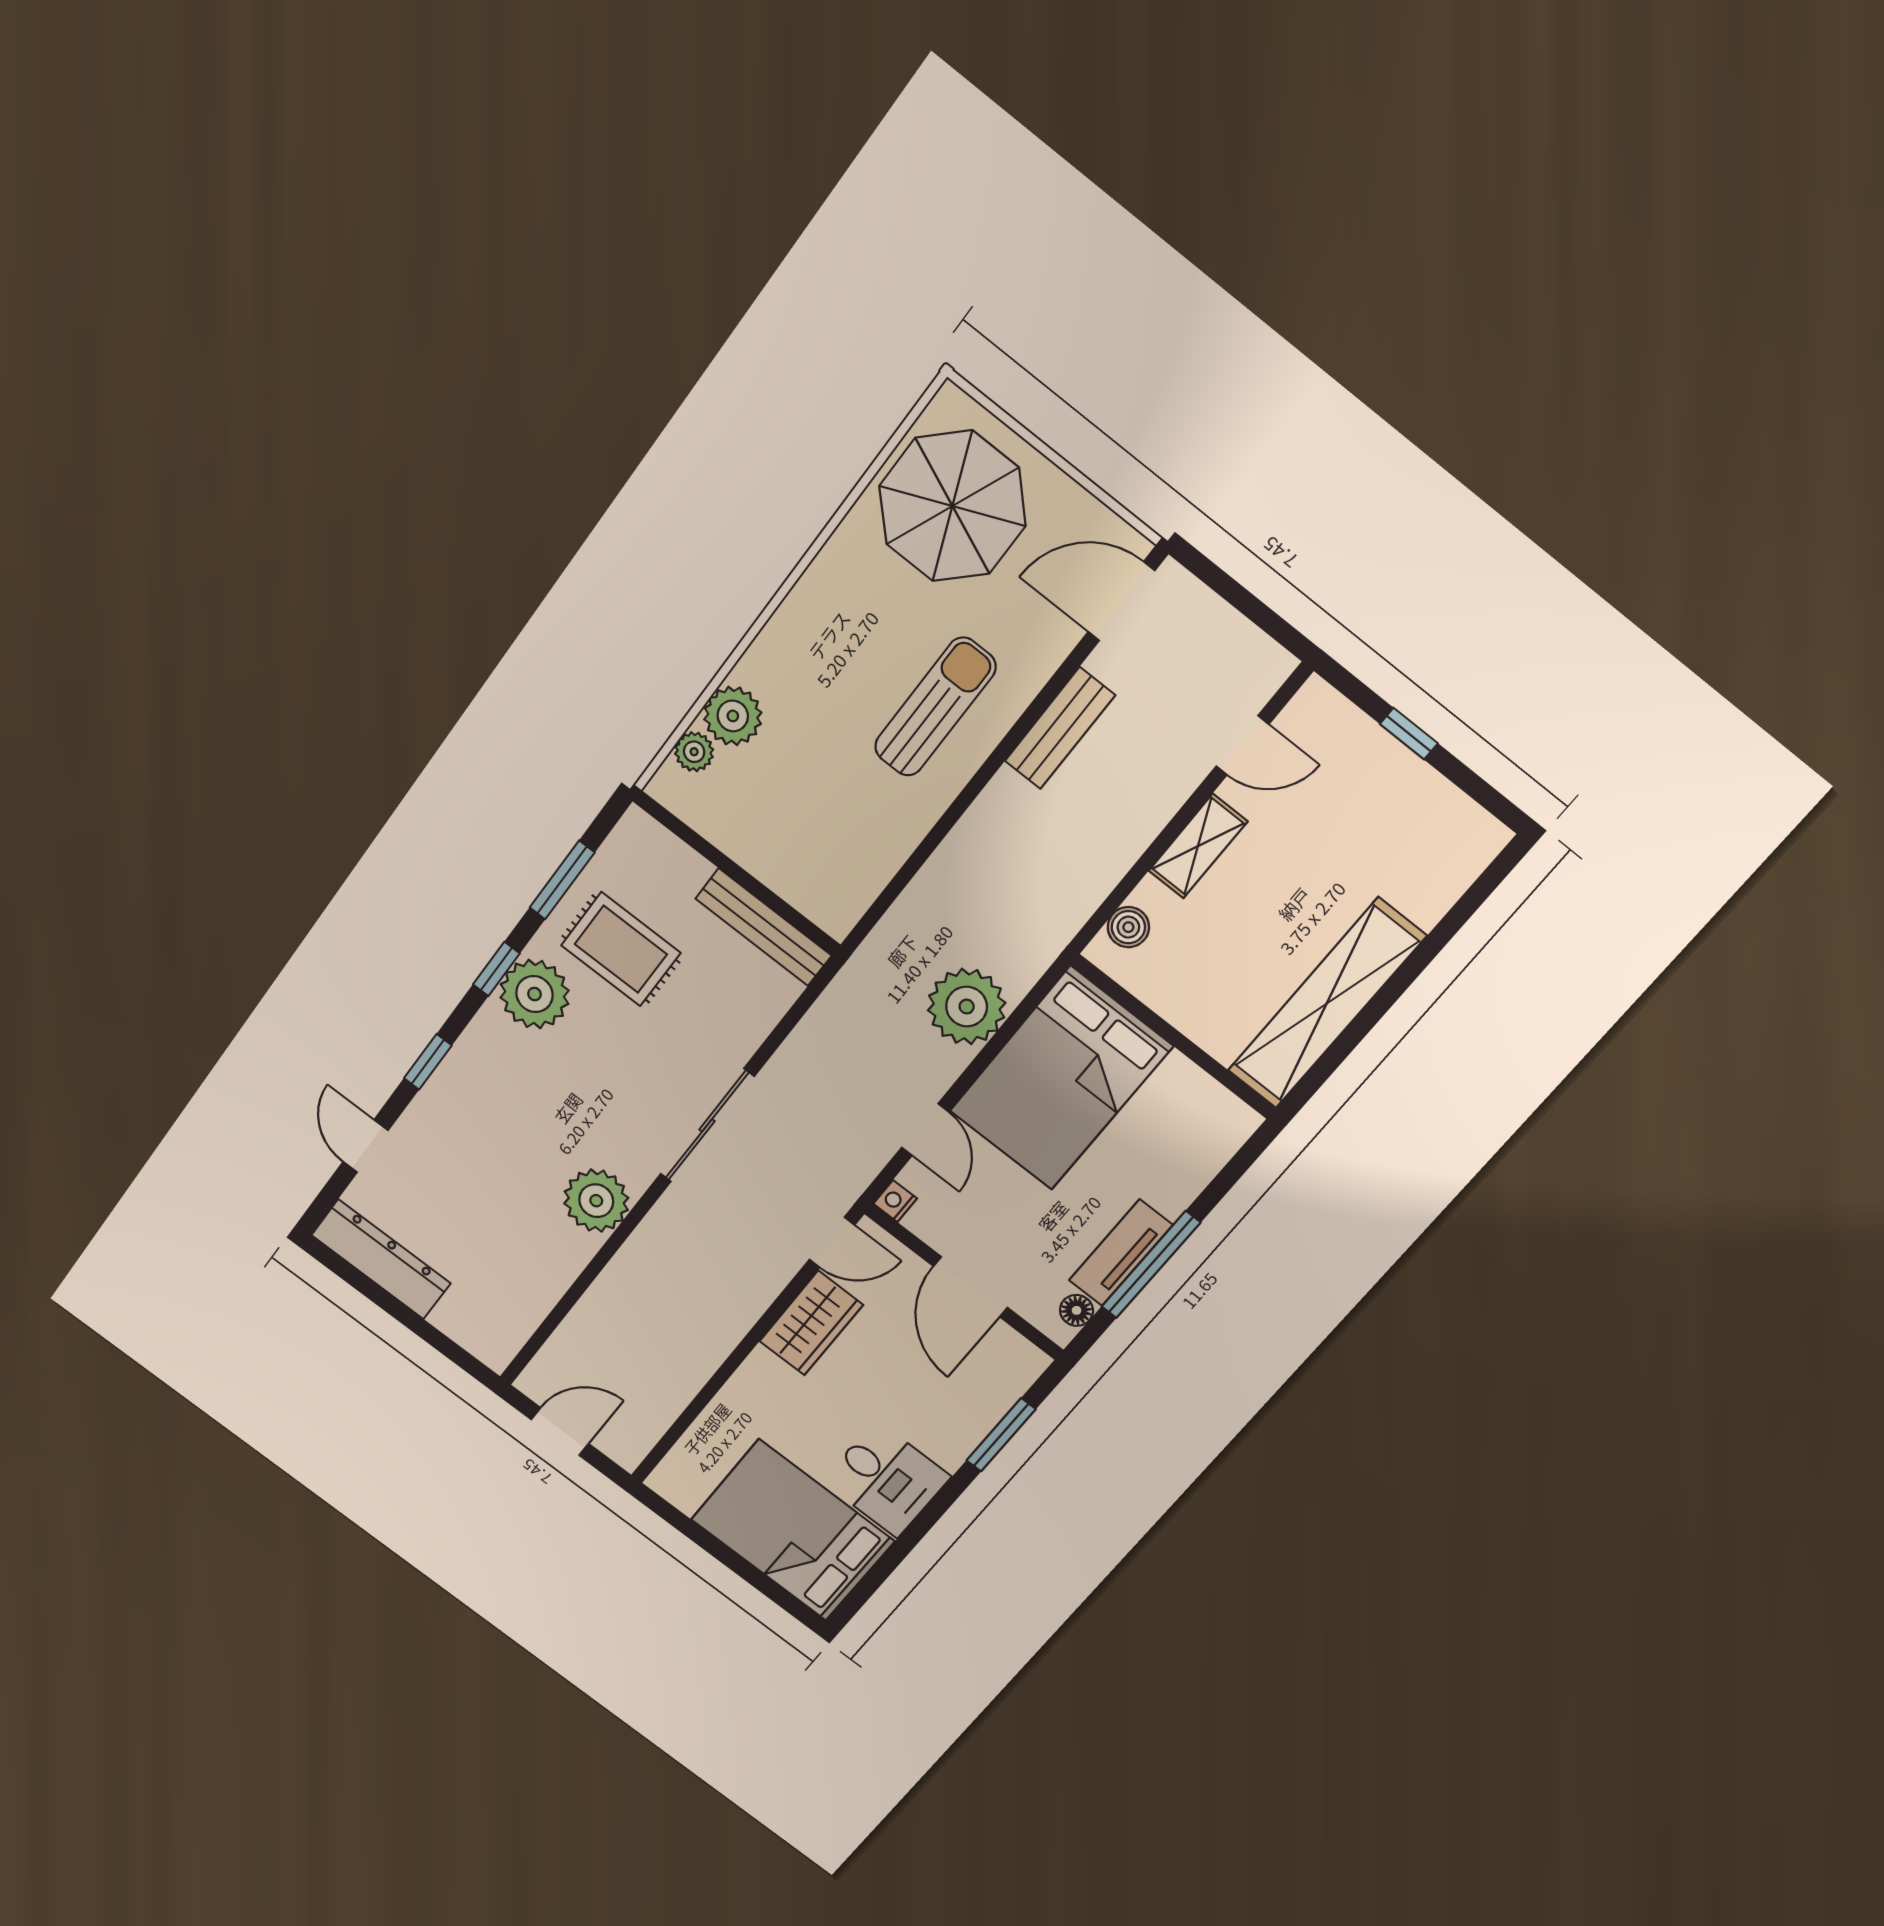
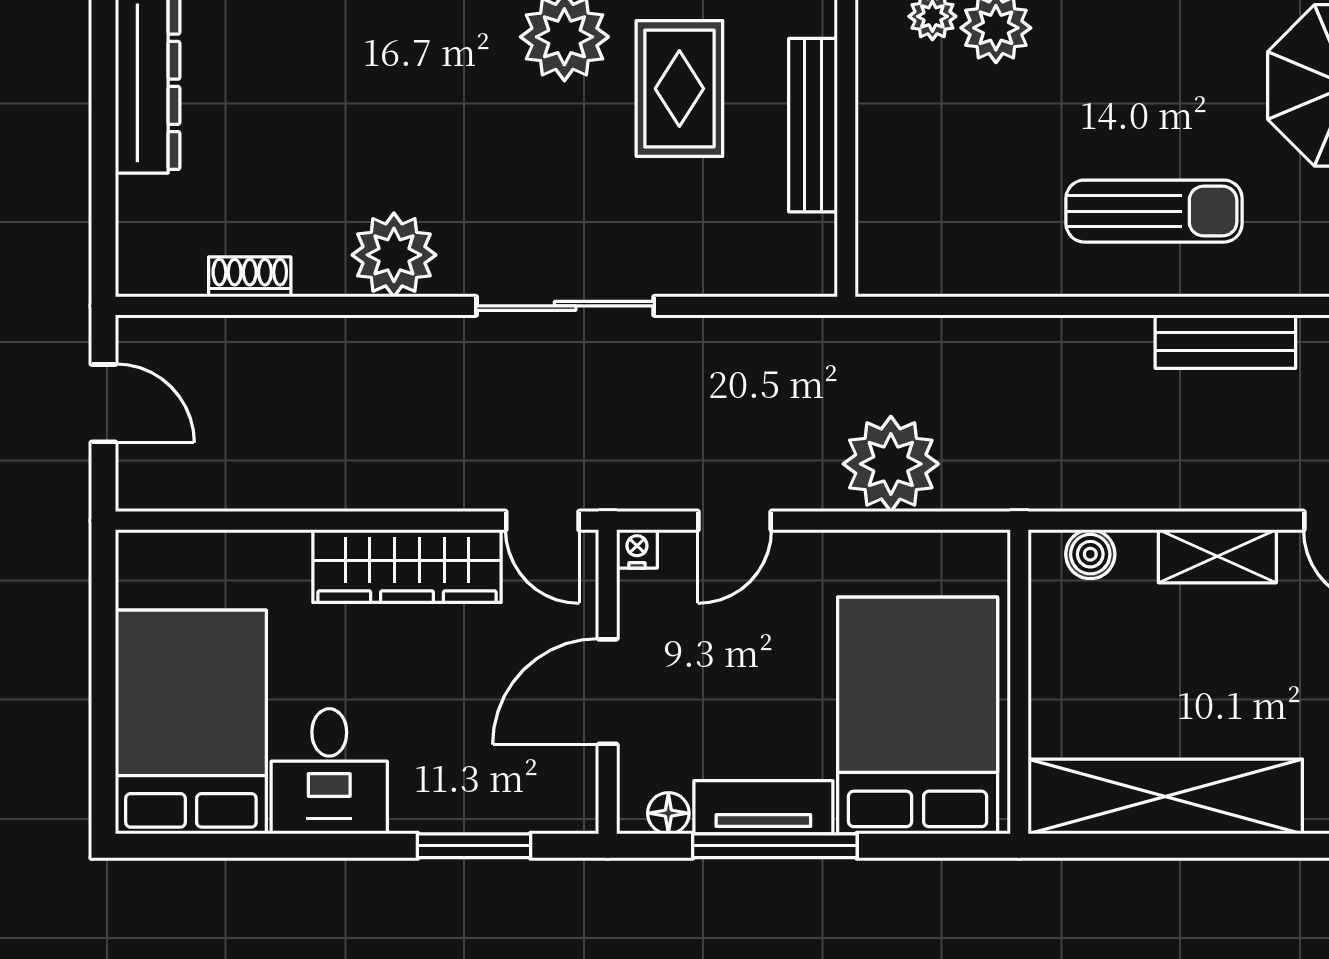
bench: (764, 927) -> (813, 125), moved
bed: (1061, 1079) -> (918, 715), moved, turned 90
shoe rack: (546, 1293) -> (250, 277), added
wardrobe: (811, 1323) -> (407, 566), width x1.50

